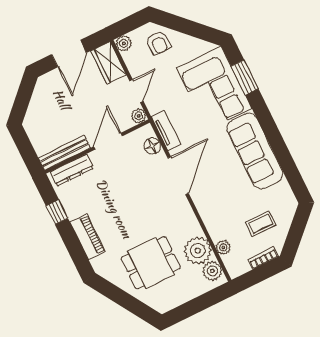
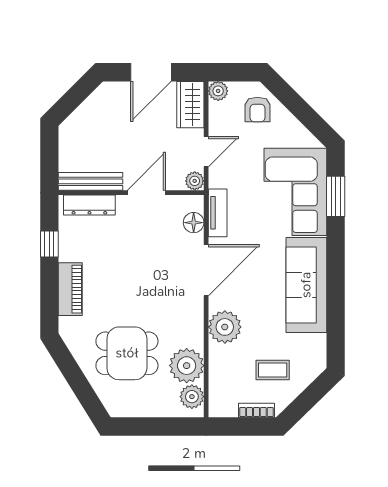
plant: (223, 247) -> (225, 327), moved, width x1.88, depth x1.88

